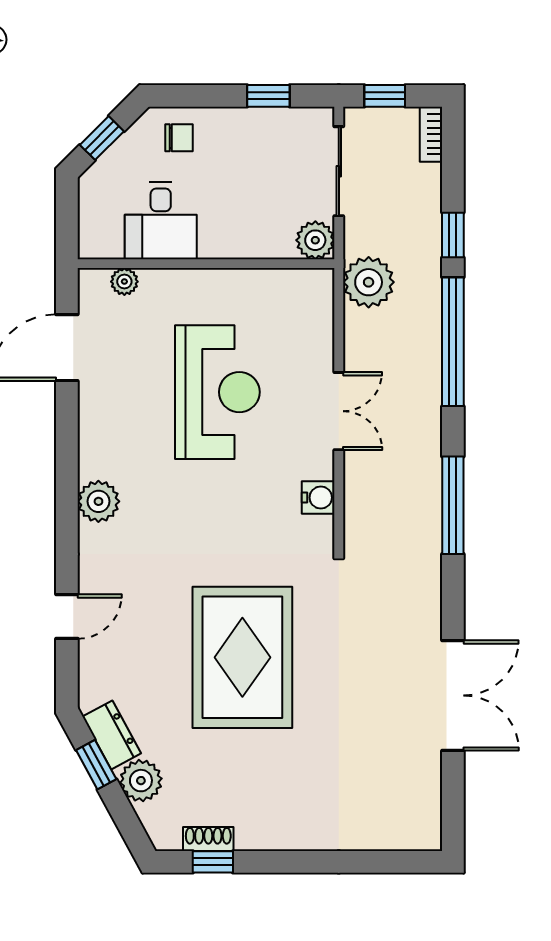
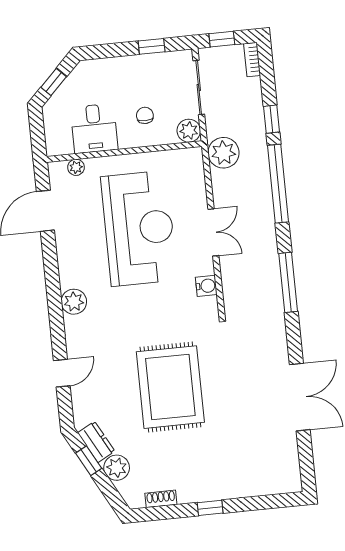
chair: (179, 138) -> (145, 115), moved, turned -90
reception desk: (217, 392) -> (139, 228), width x1.36, depth x1.30
window: (213, 862) -> (210, 508), moved

